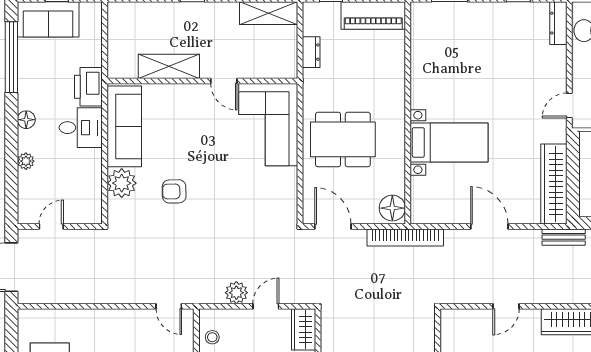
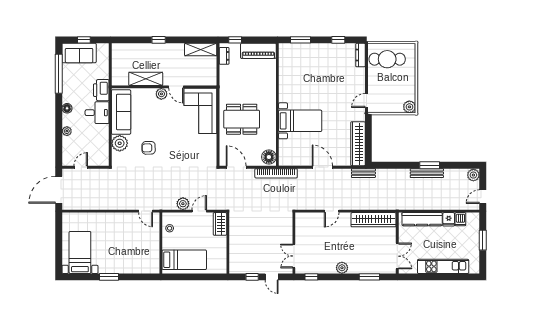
dresser: (311, 52) -> (224, 56), moved
plant: (198, 94) -> (161, 94), added

